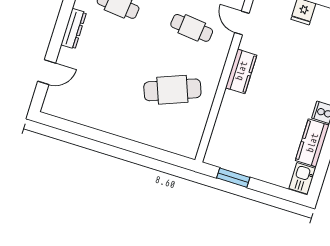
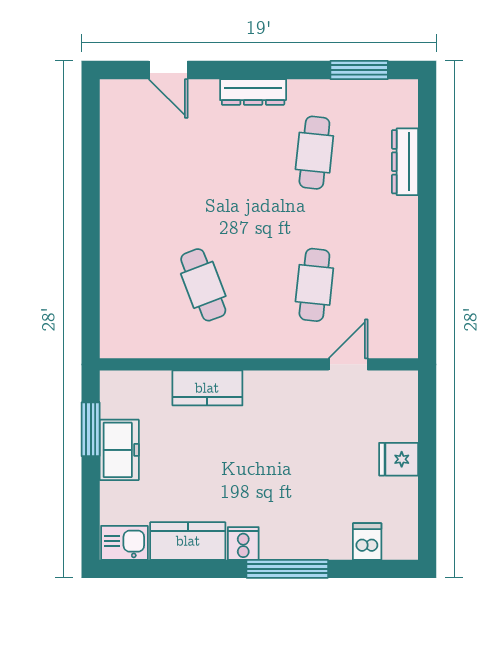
kitchen counter: (241, 71) -> (207, 388), moved
cafe table: (172, 90) -> (203, 285), width x0.73, depth x0.74
freezer: (250, 165) -> (119, 450), added

